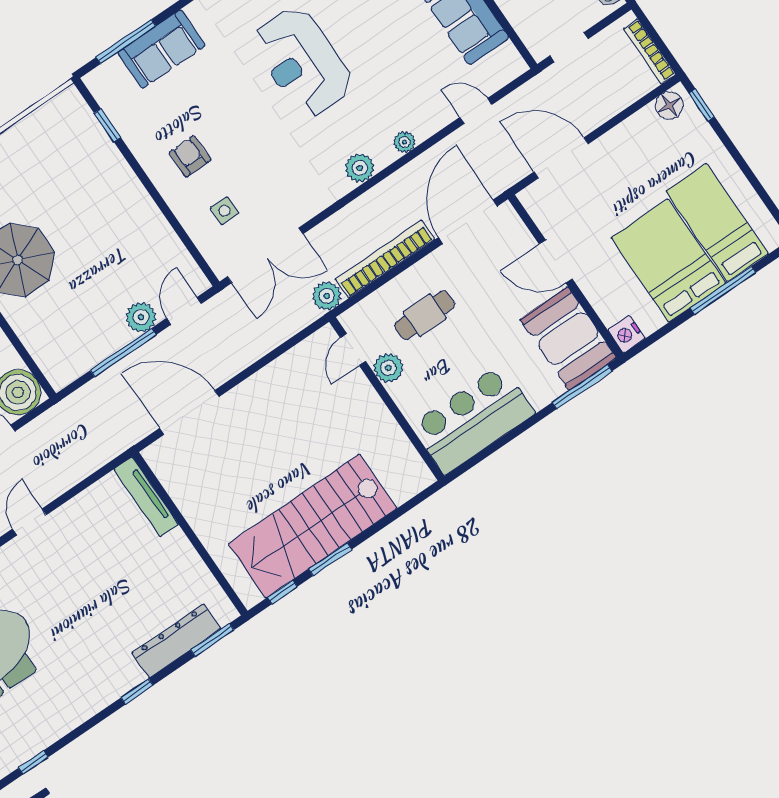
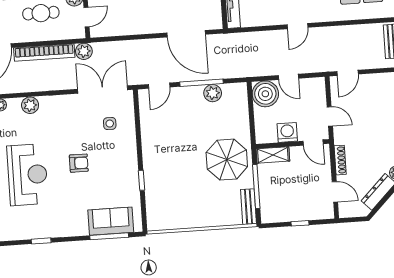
sofa: (161, 49) -> (111, 221), moved
window: (107, 125) -> (141, 180), moved
armchair: (190, 156) -> (79, 163), moved, turned -90
plant: (141, 317) -> (213, 93), moved

